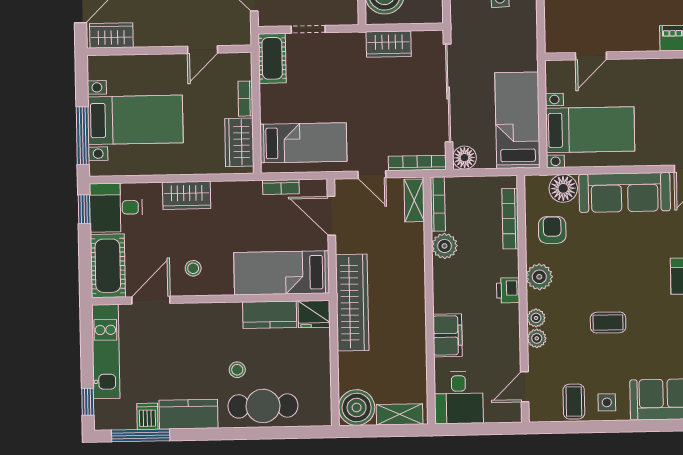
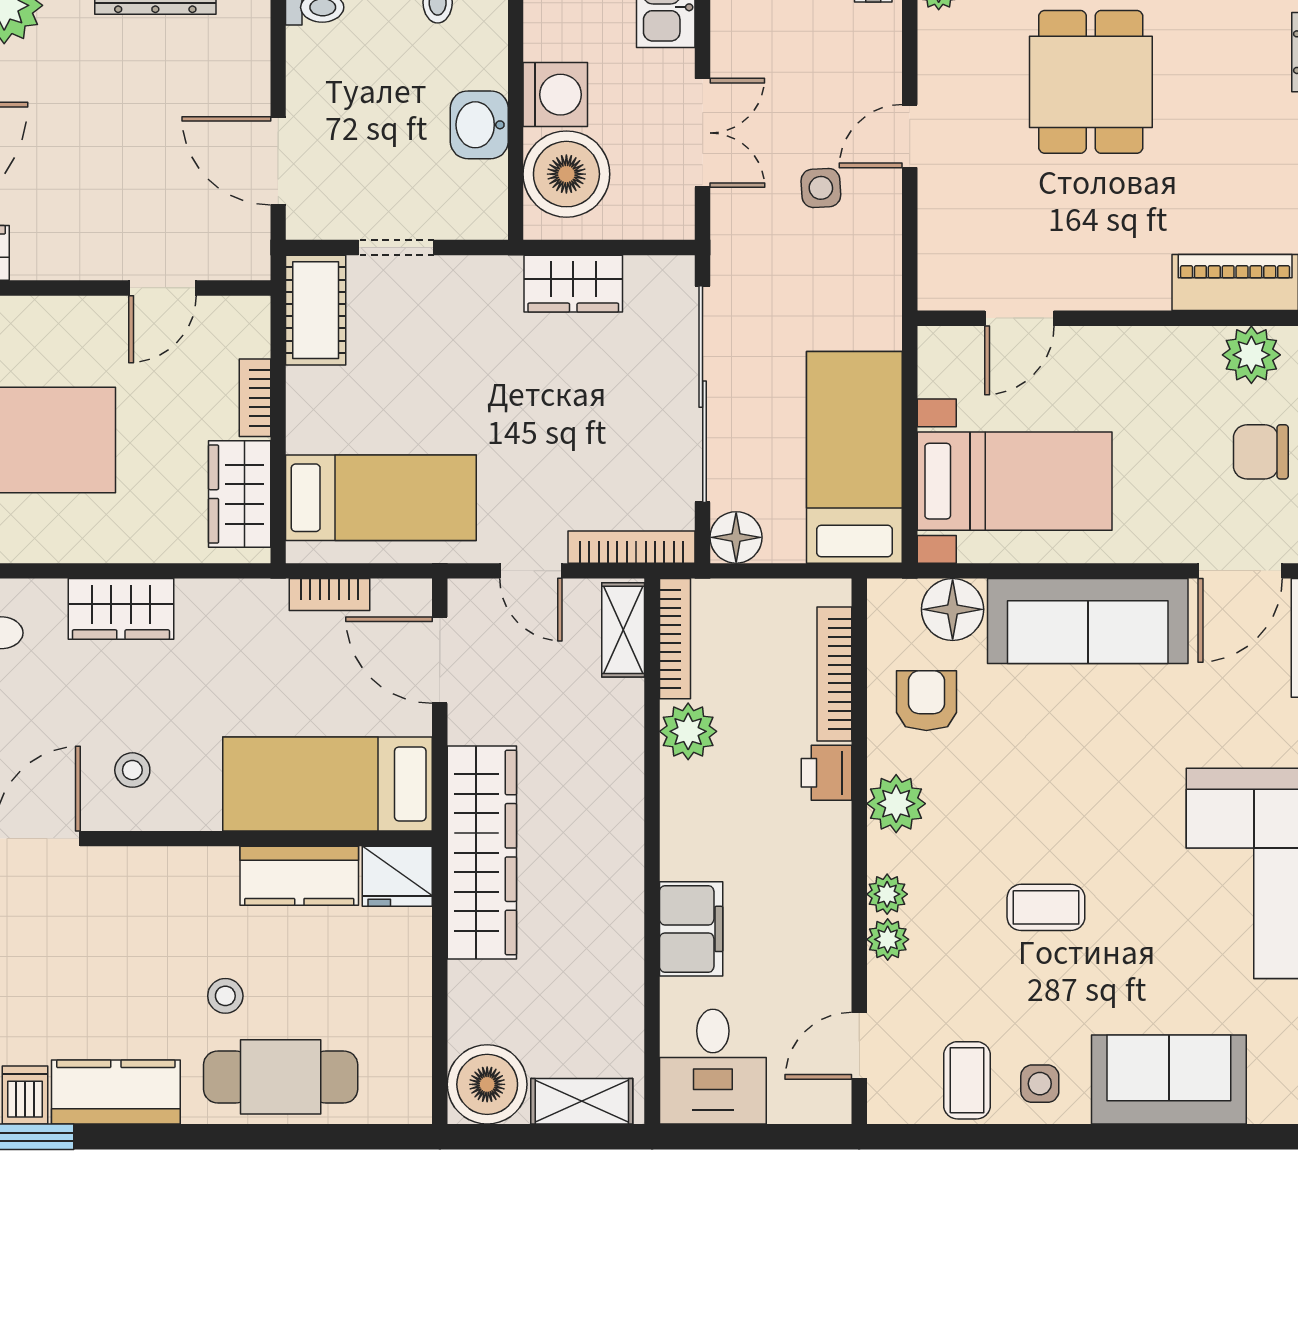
printer: (508, 290) -> (826, 773), moved

